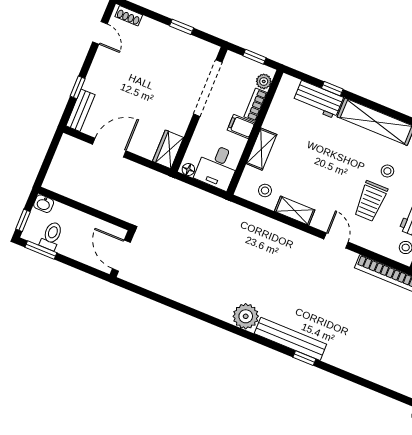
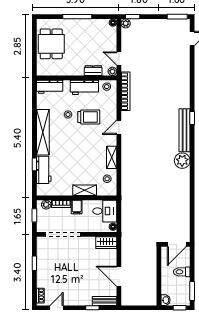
toilet: (51, 236) -> (182, 272), moved

